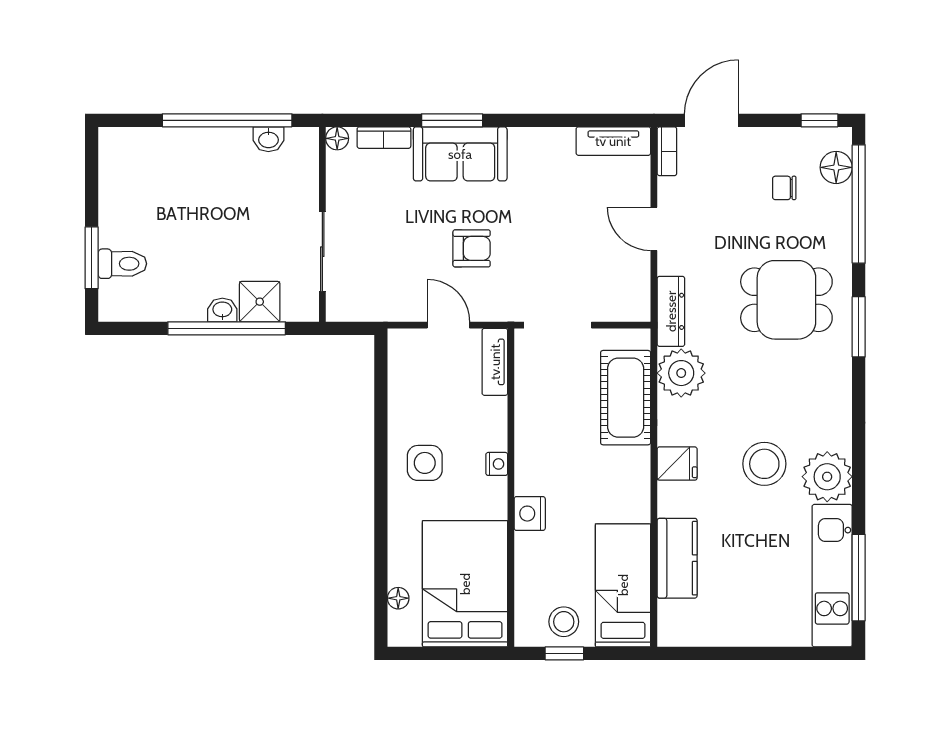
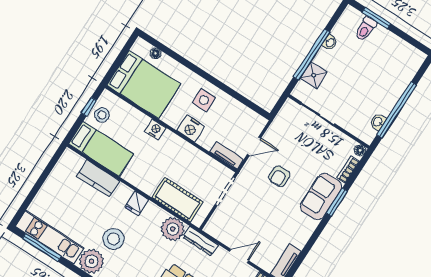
washbasin: (222, 310) -> (330, 43), moved
nightstand: (497, 464) -> (191, 128), width x1.89, depth x1.79

